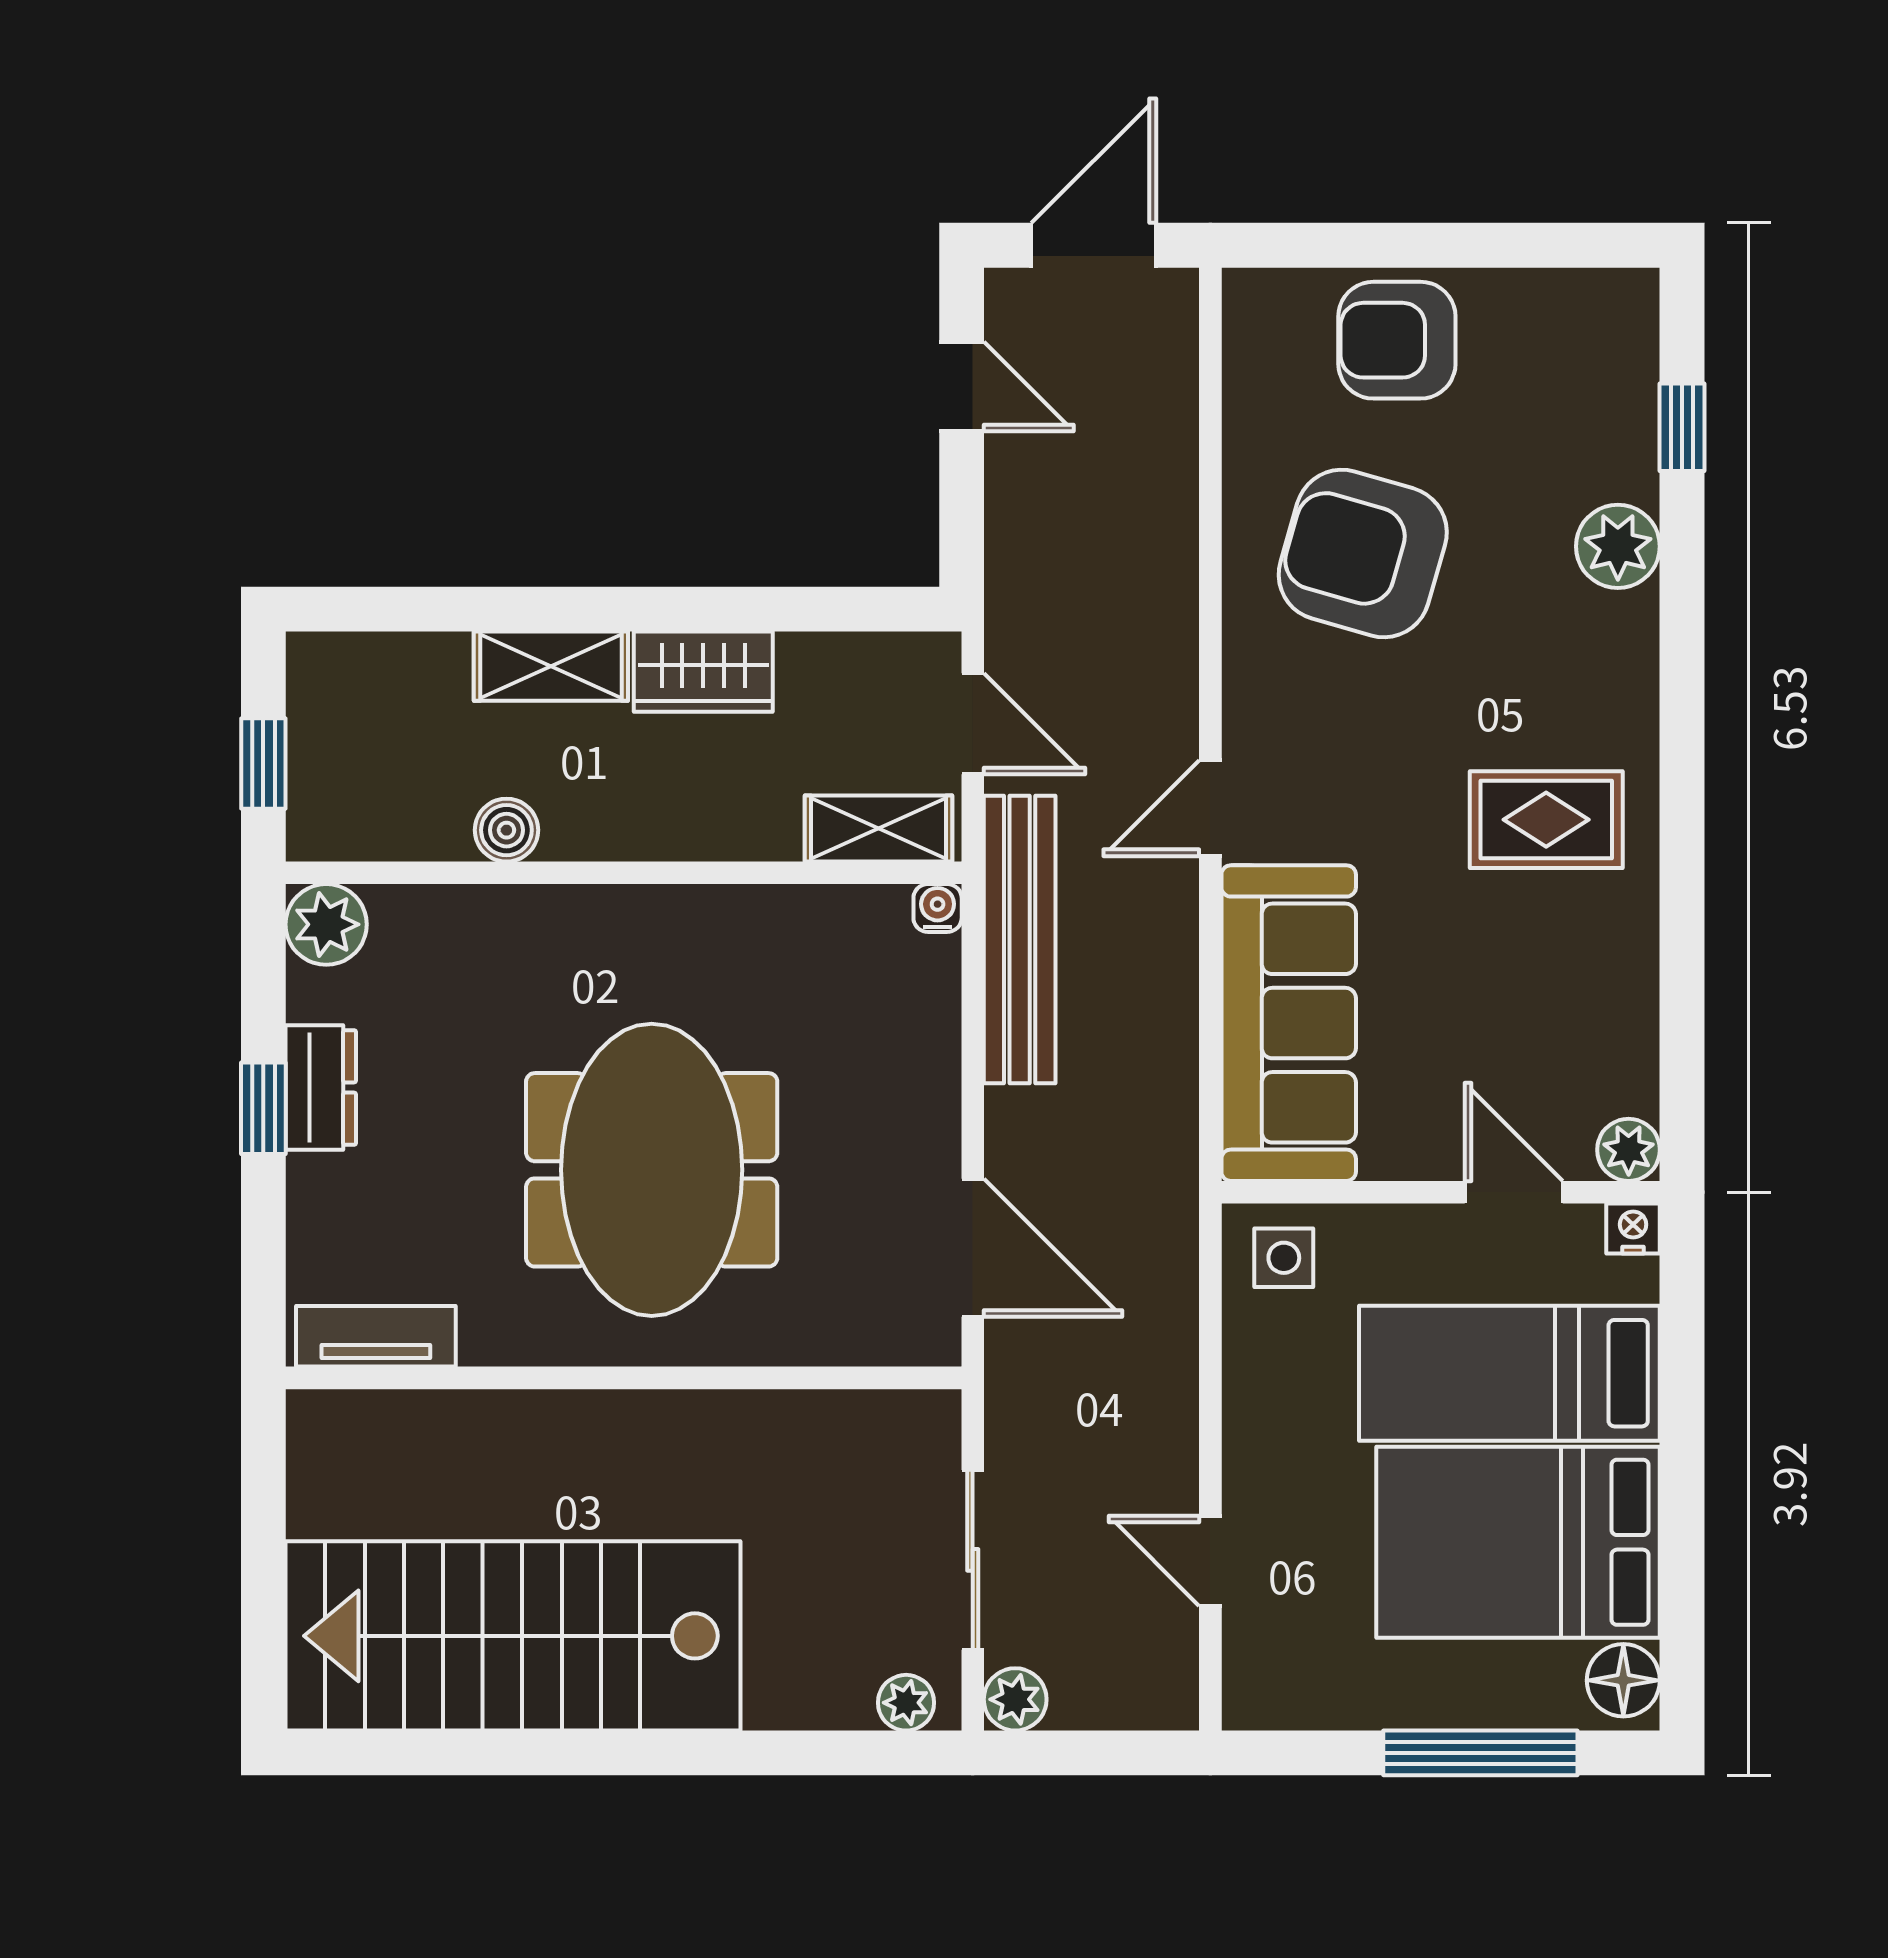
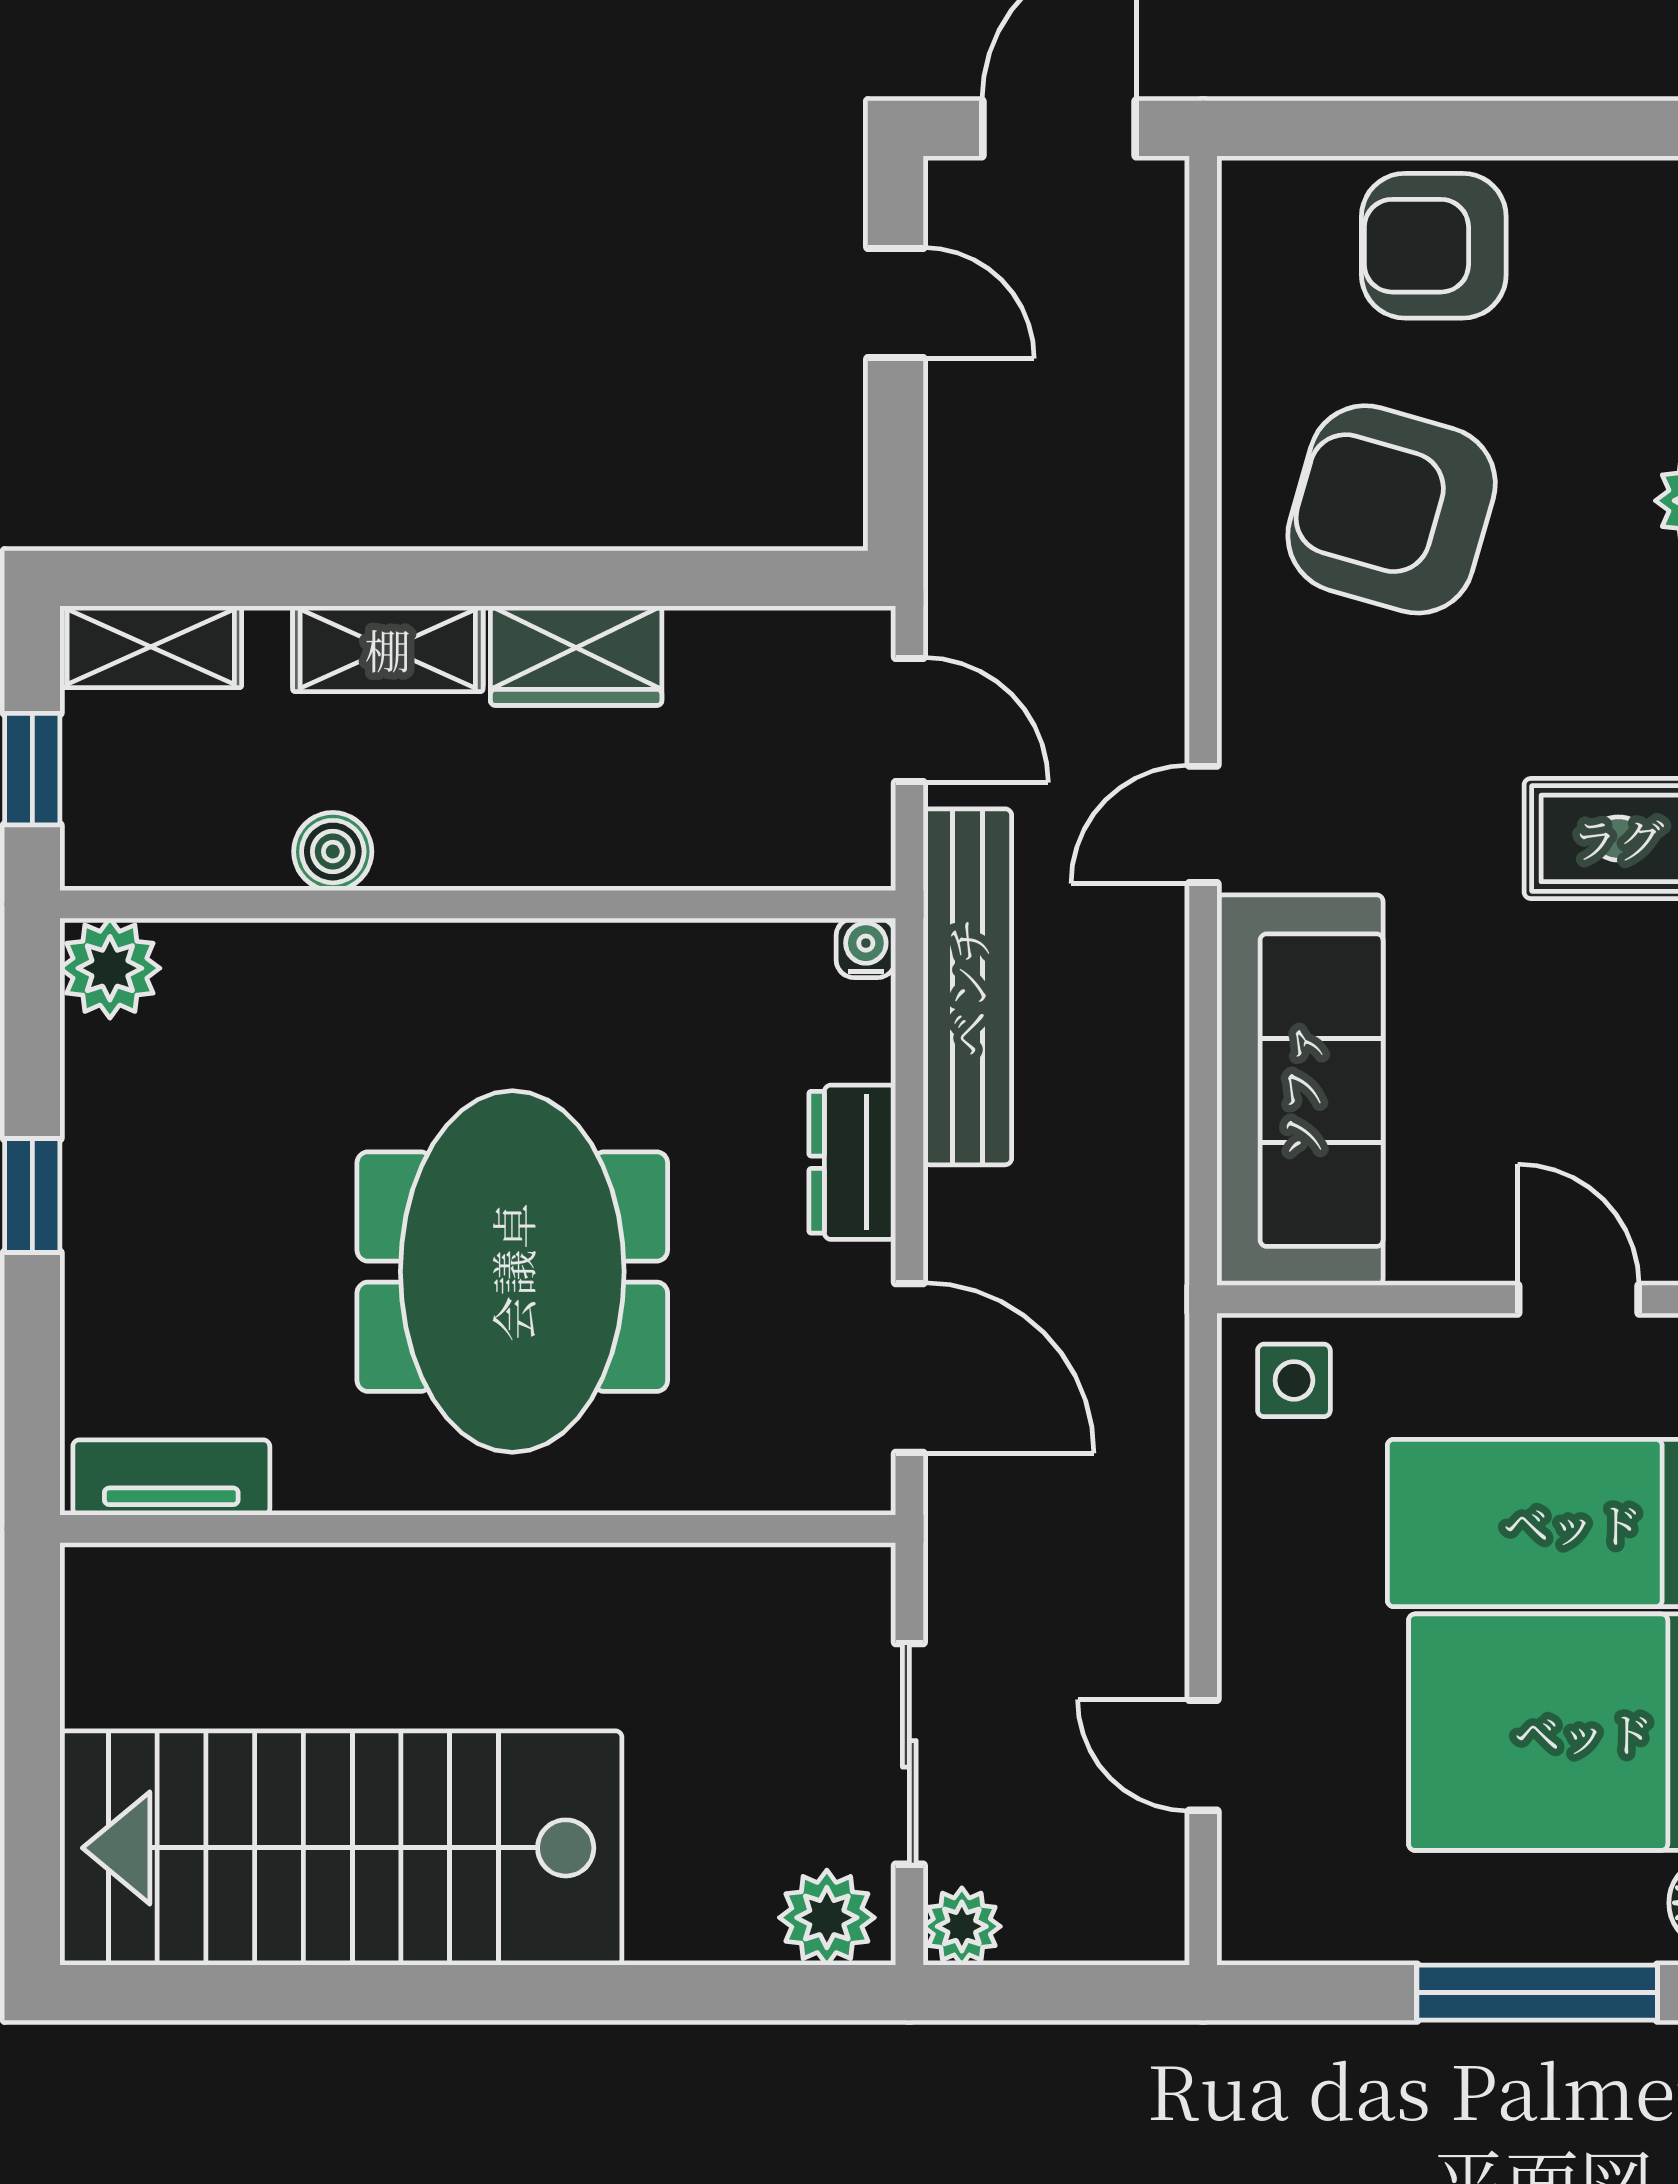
shelving: (878, 829) -> (151, 647), moved
dresser: (321, 1088) -> (852, 1162), moved, turned 180
plant: (906, 1703) -> (827, 1918), width x1.38, depth x1.38

